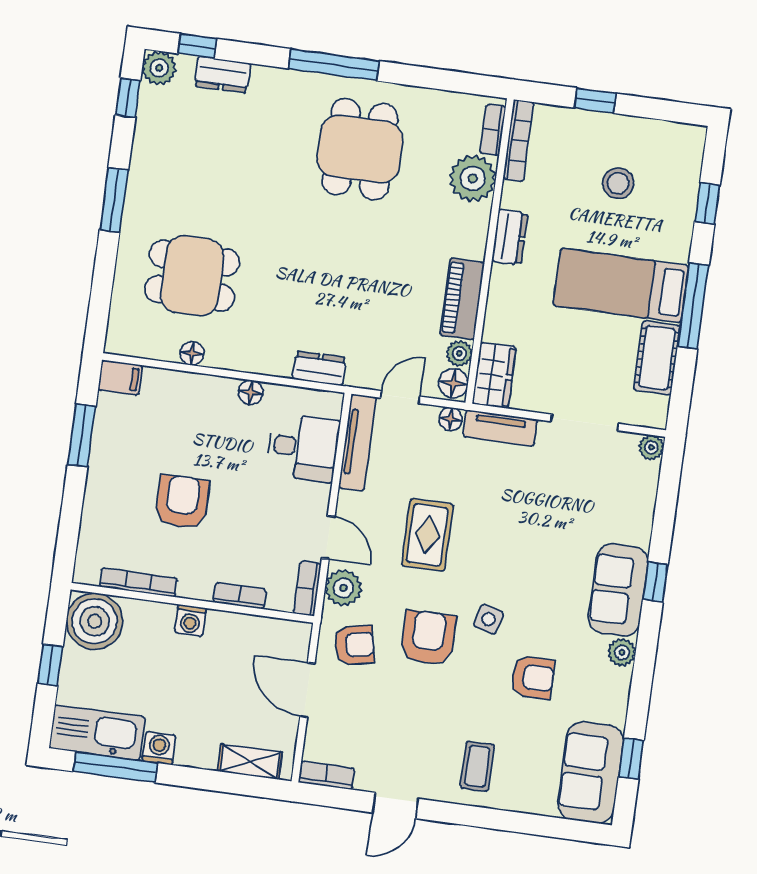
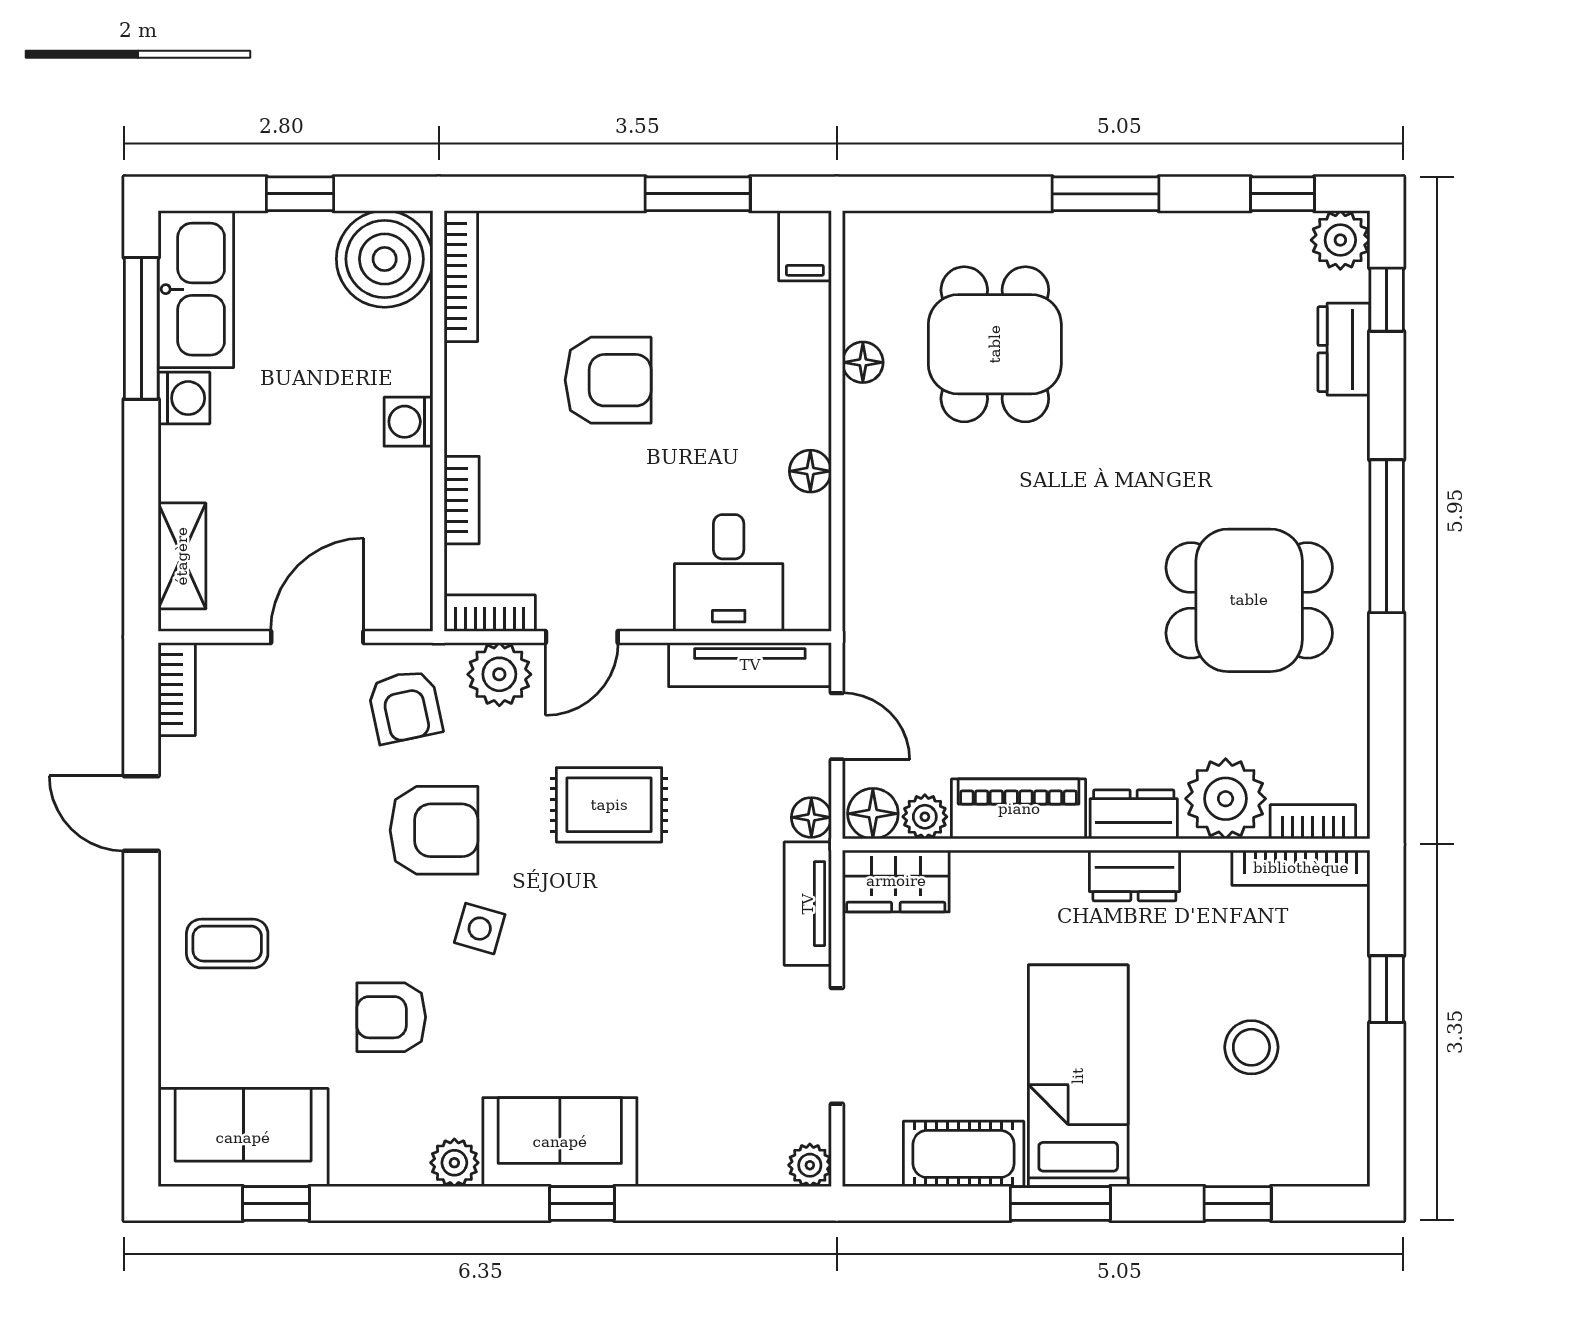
window: (693, 306) -> (1060, 1203), width x0.69
dresser: (319, 368) -> (1134, 814), moved, turned -90
bookcase: (138, 582) -> (461, 276), moved
armchair: (533, 677) -> (391, 1017), turned 90

